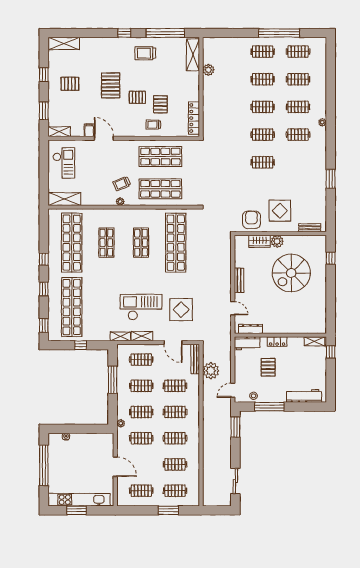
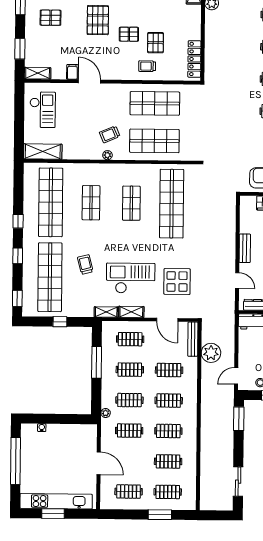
trolley: (102, 296) -> (85, 265), added

